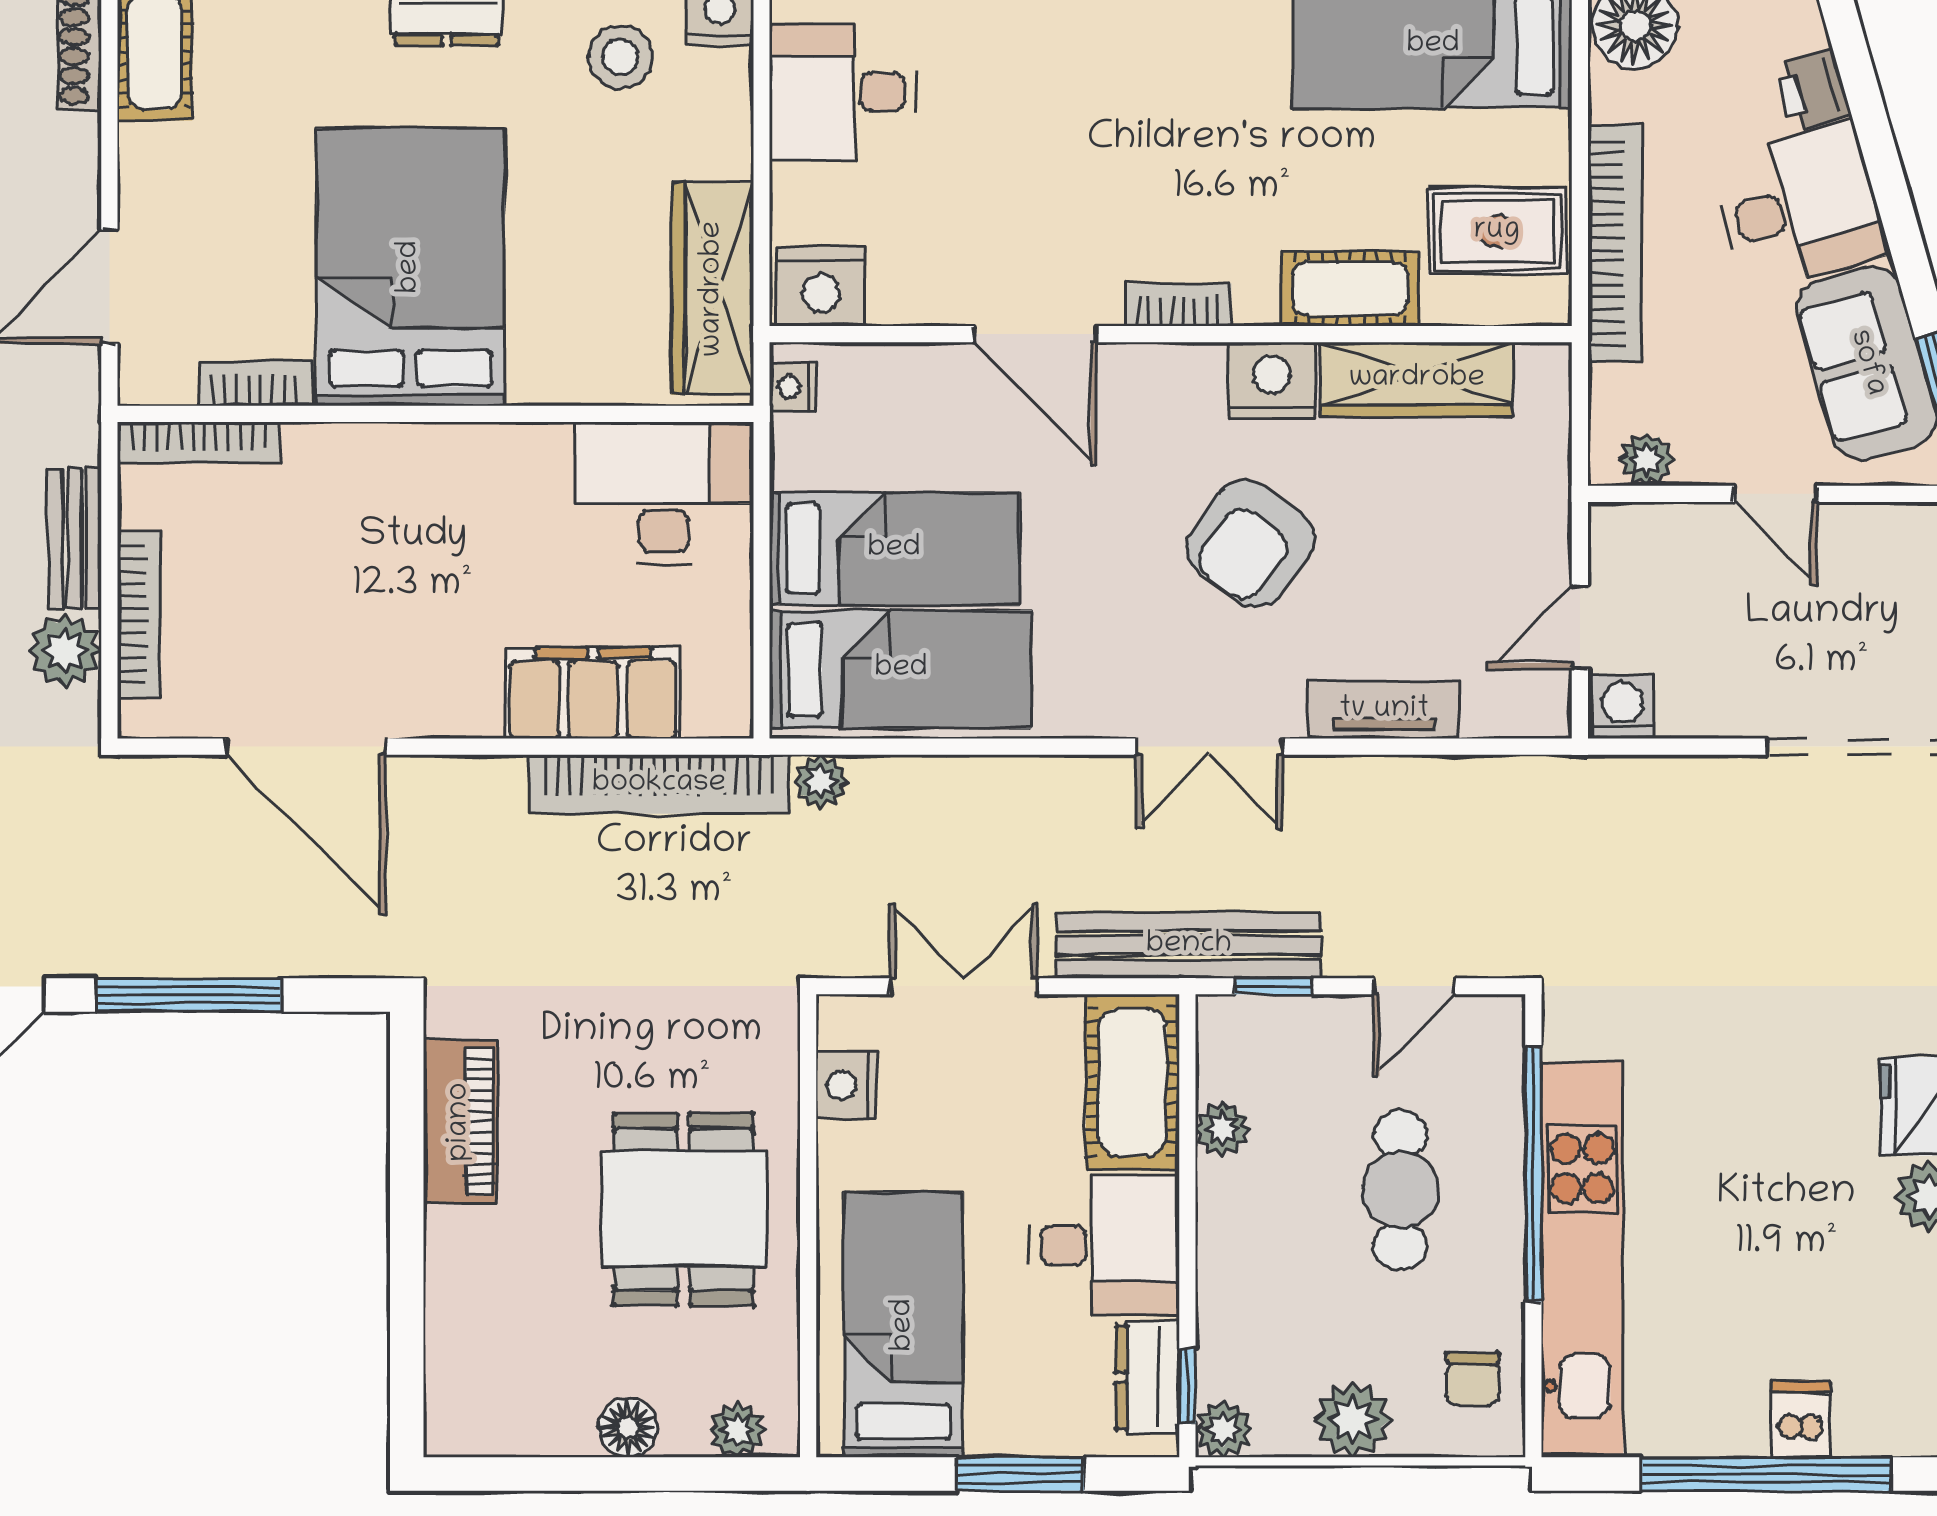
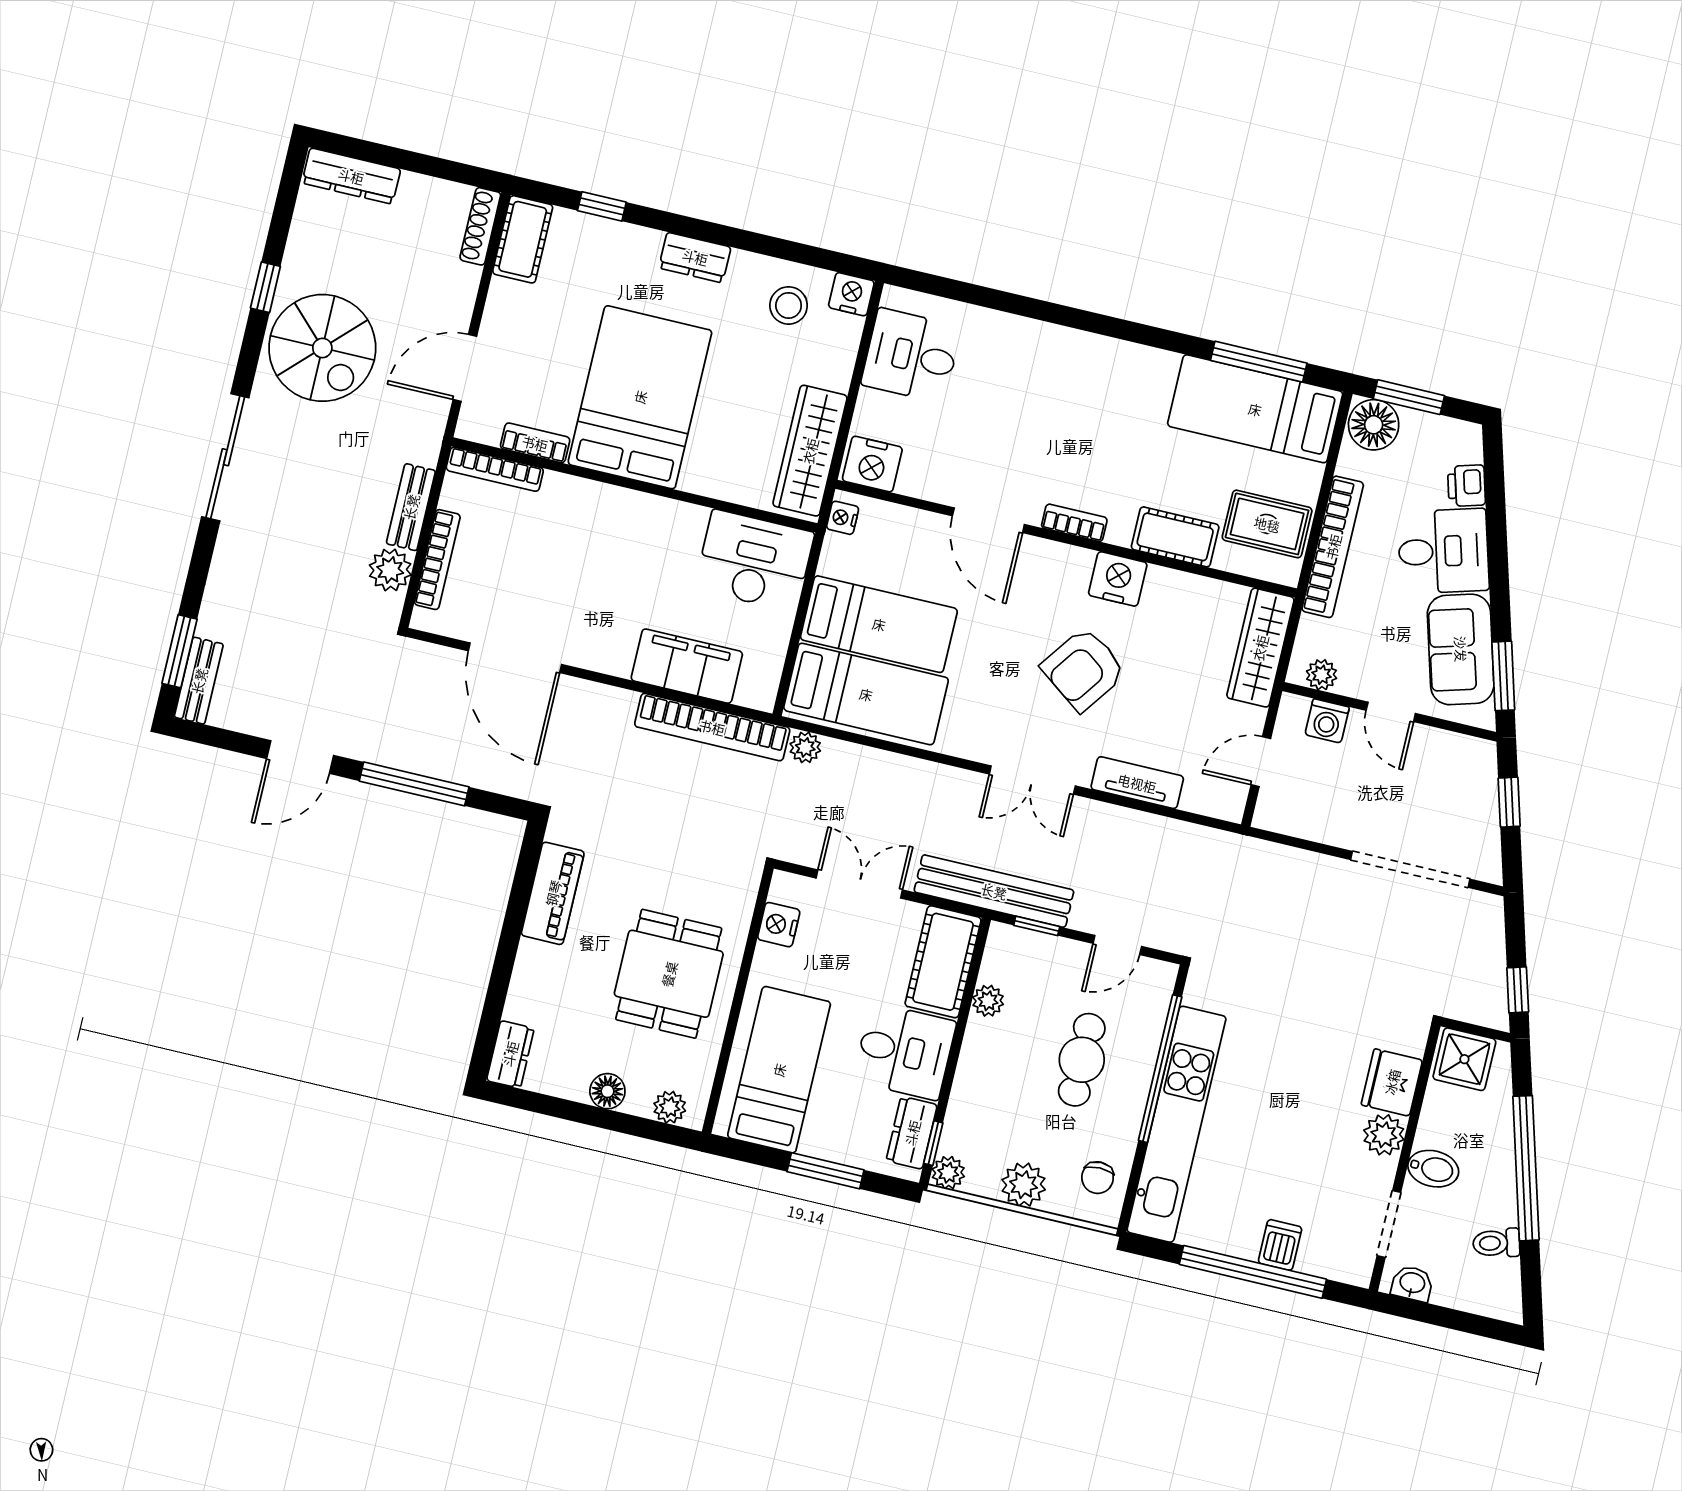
wardrobe: (1417, 379) -> (1260, 648), moved, turned 90
washing machine: (1623, 707) -> (1327, 721), moved, turned 180
dresser: (453, 1405) -> (510, 1054), added

